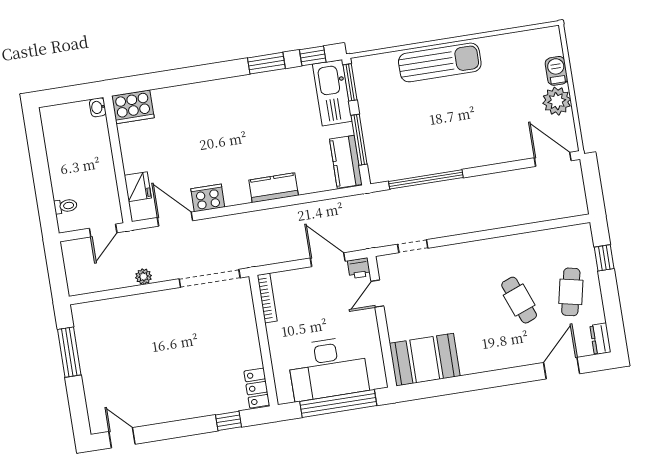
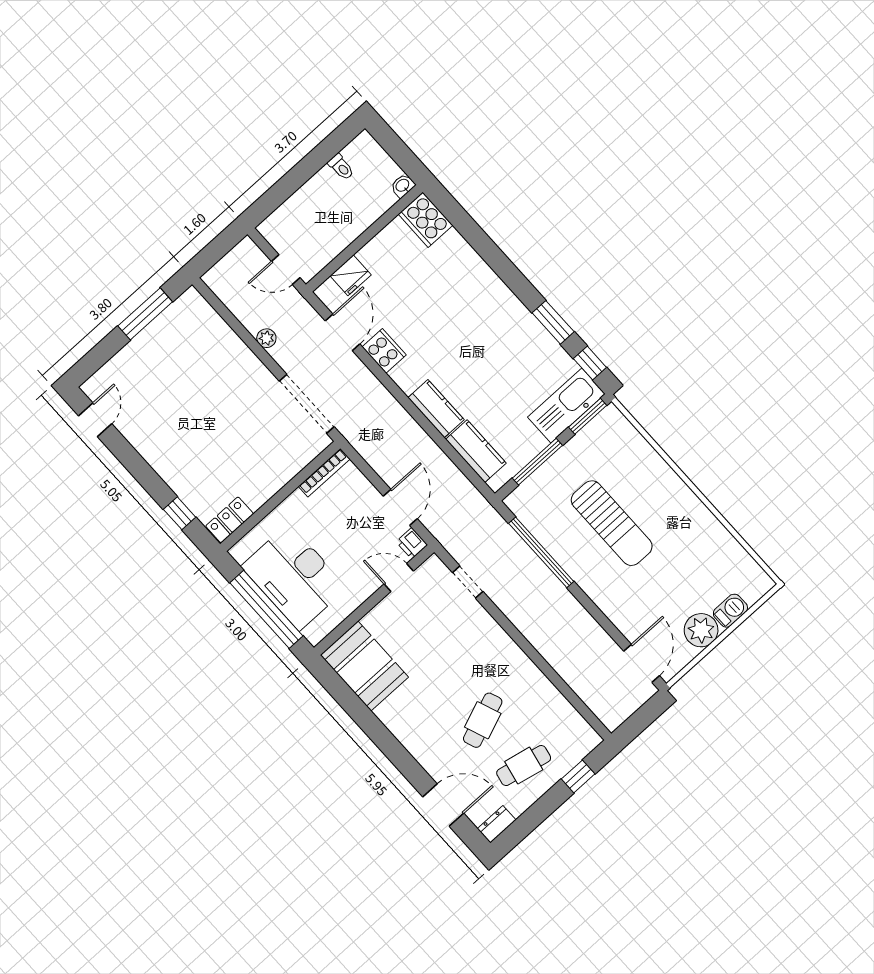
sun lounger: (440, 62) -> (612, 523), moved
kitchen counter: (346, 162) -> (476, 451), moved, turned 90
toilet: (66, 206) -> (341, 167), moved

